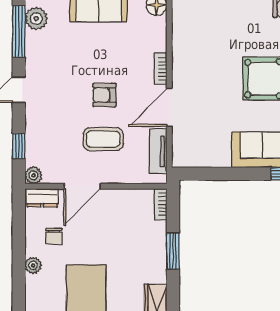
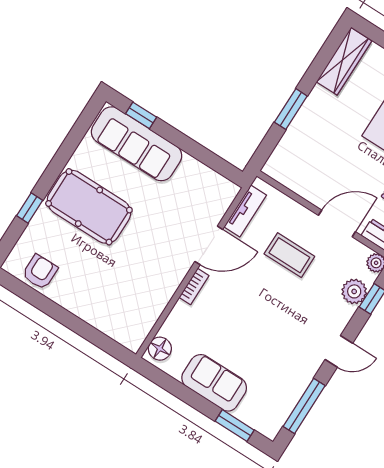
plant: (36, 19) -> (354, 291), moved
armchair: (104, 95) -> (262, 296), removed
bookcase: (161, 204) -> (275, 160), removed

